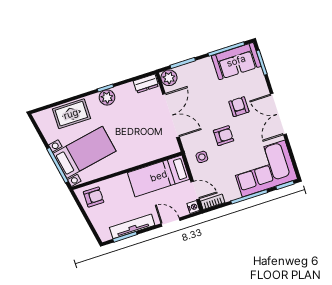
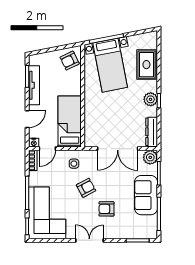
sofa: (236, 61) -> (146, 195), moved
dresser: (146, 84) -> (152, 132), width x1.44
armchair: (239, 107) -> (106, 209), turned 180
double door: (278, 114) -> (89, 240), width x0.73
armchair: (223, 136) -> (86, 188), turned -118
armchair: (94, 197) -> (70, 61), turned 64

